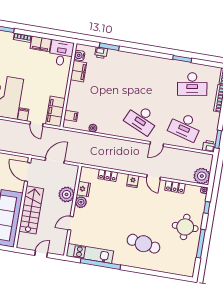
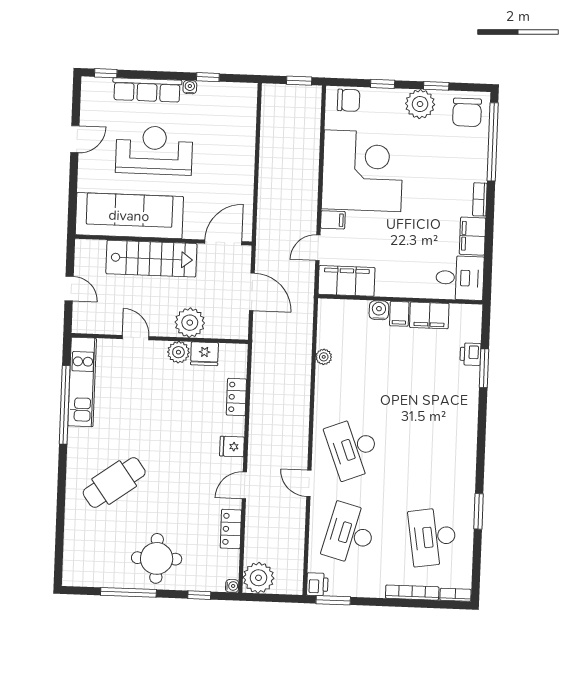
water cooler: (79, 55) -> (379, 310), moved
filing cabinet: (71, 116) -> (399, 314), moved
desk: (142, 119) -> (353, 448), turned -45
cafe table: (143, 244) -> (114, 483), turned 44

